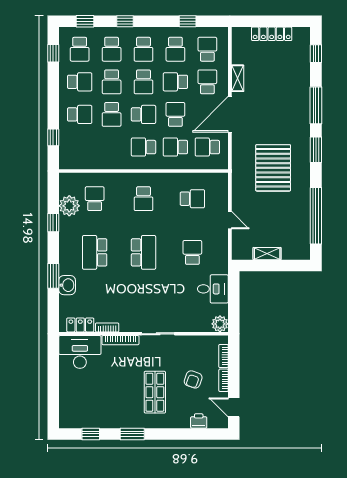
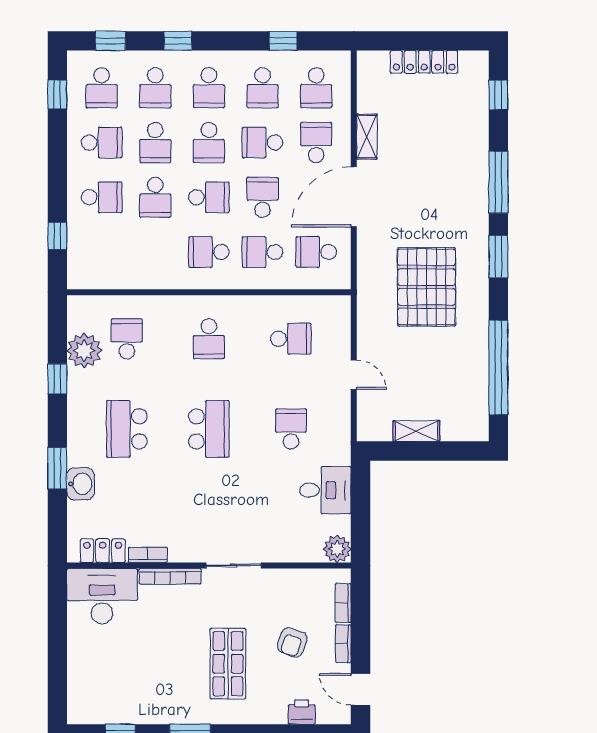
school desk: (207, 49) -> (316, 88), turned 180

